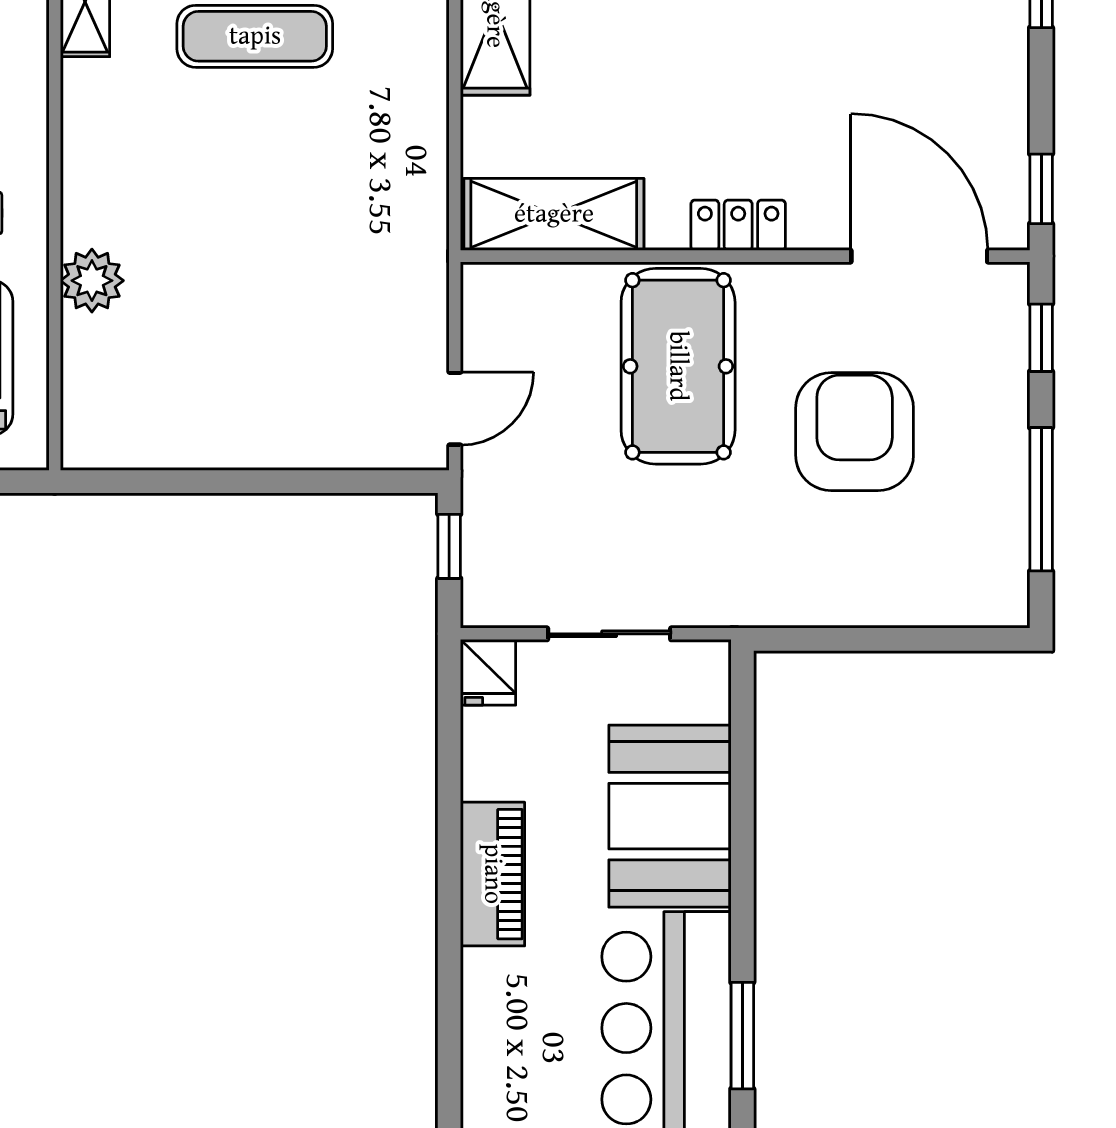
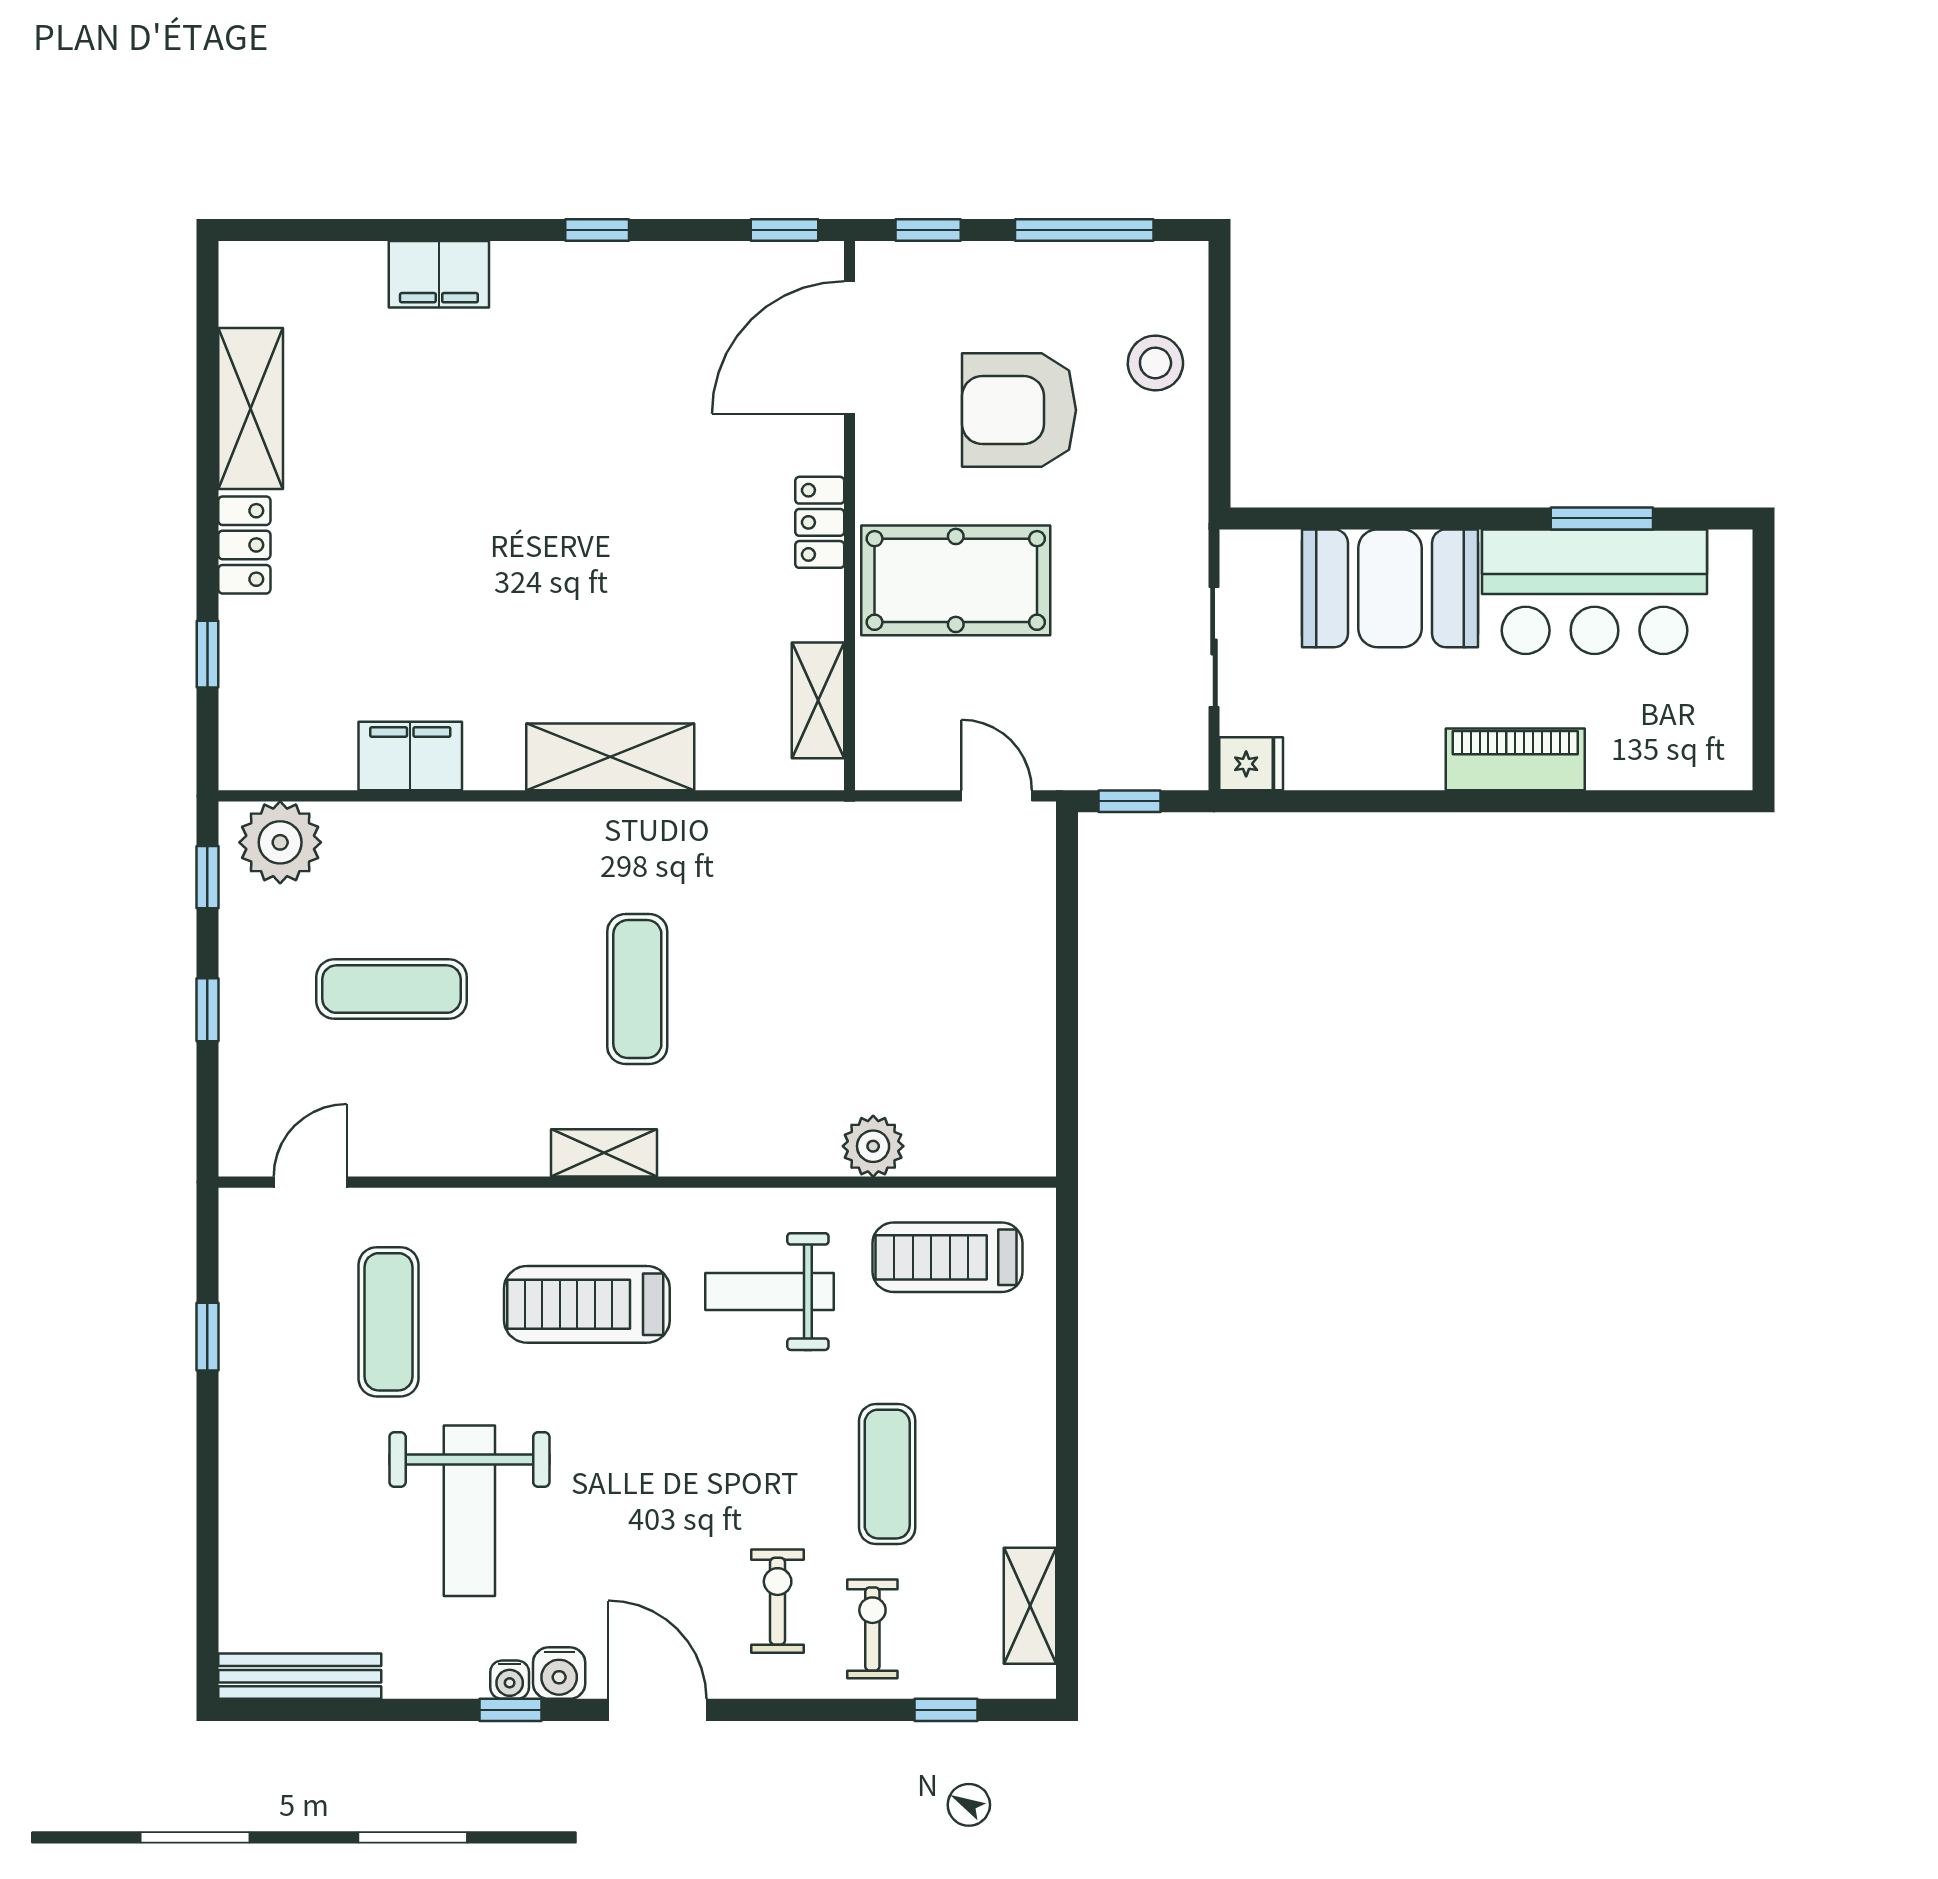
shelving: (554, 214) -> (818, 700), width x0.67, depth x0.75
stool: (903, 573) -> (1155, 363), added
piano: (493, 874) -> (1515, 759), moved

